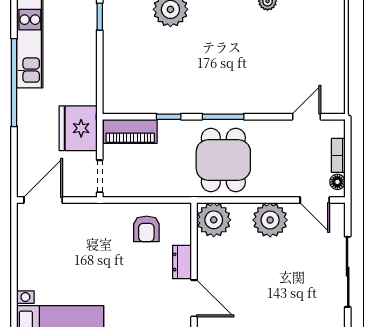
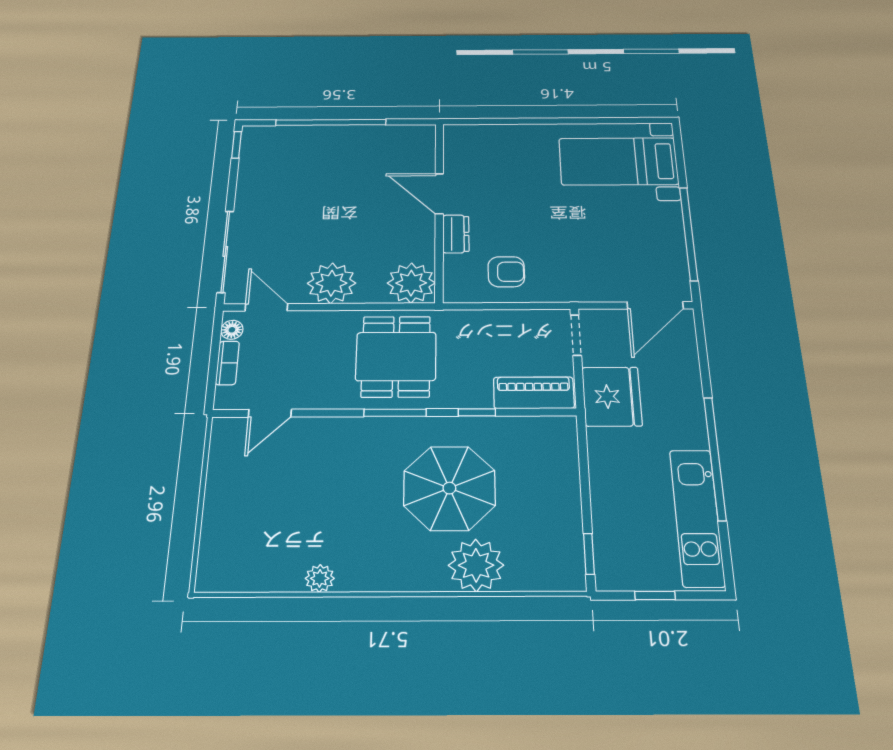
parasol: (187, 62) -> (449, 488), added
armchair: (146, 229) -> (506, 272), turned 90
window: (14, 261) -> (689, 233), added
sliding door: (348, 272) -> (225, 251), moved

